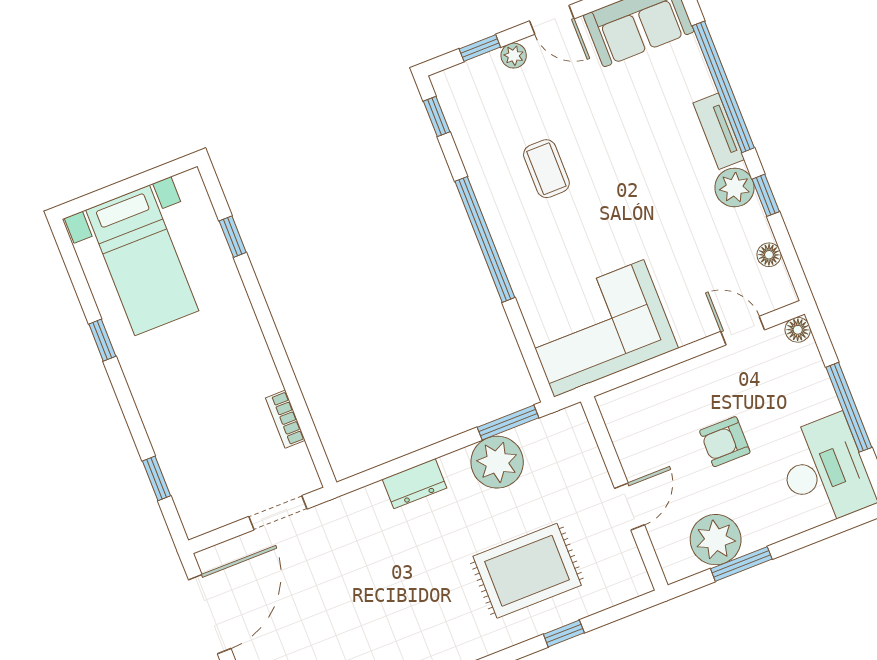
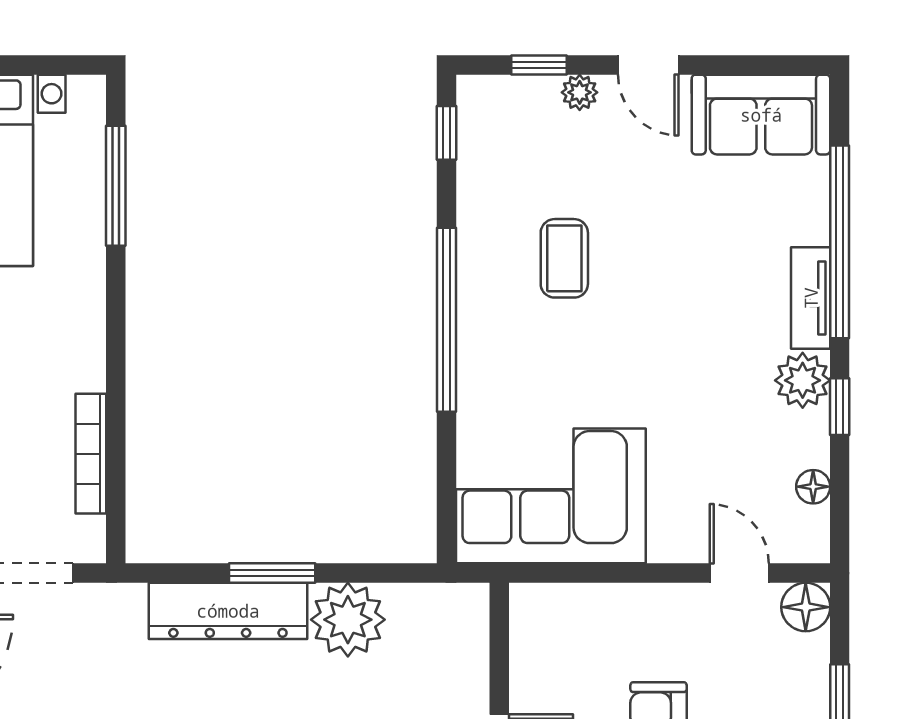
window: (233, 237) -> (116, 186), width x2.17
floor lamp: (798, 330) -> (806, 607), width x1.37, depth x1.37
bookcase: (285, 419) -> (91, 454), width x1.56
window: (508, 423) -> (272, 573), moved
dresser: (415, 484) -> (228, 611), width x1.96, depth x1.24

